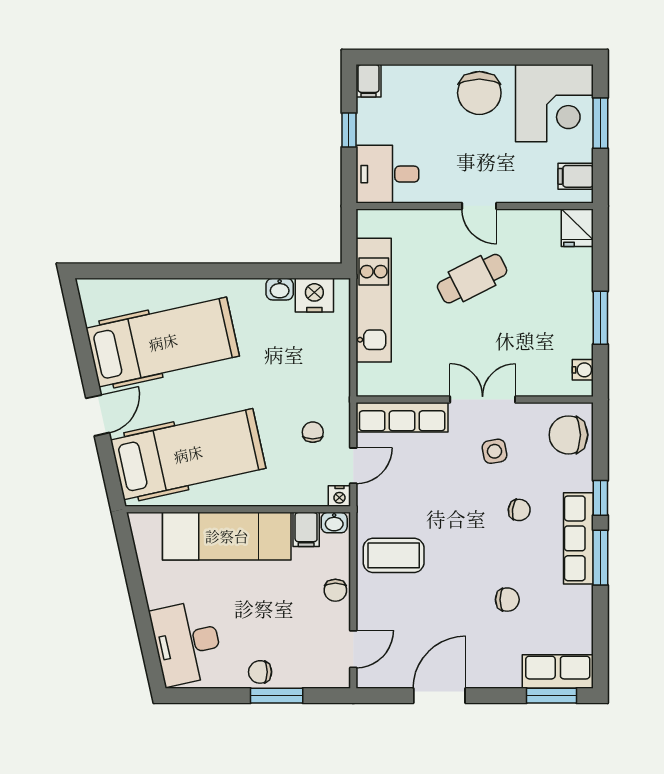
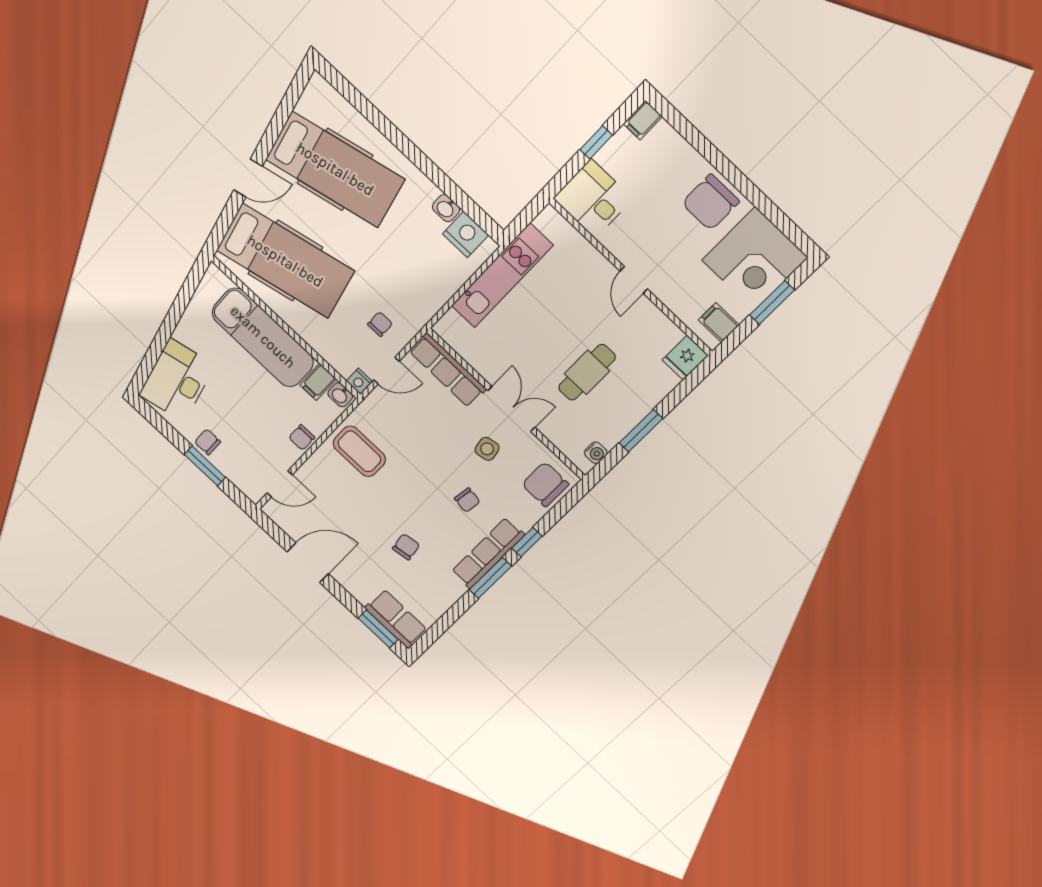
cafe table: (472, 279) -> (587, 372), moved, turned -63
chair: (507, 600) -> (406, 547), turned -98

